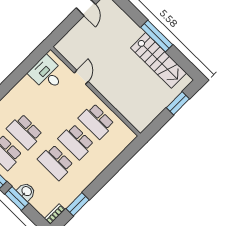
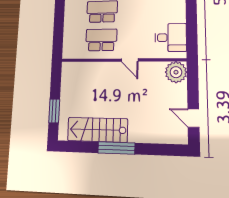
plant: (67, 47) -> (176, 72), added
door: (81, 77) -> (130, 60), moved

